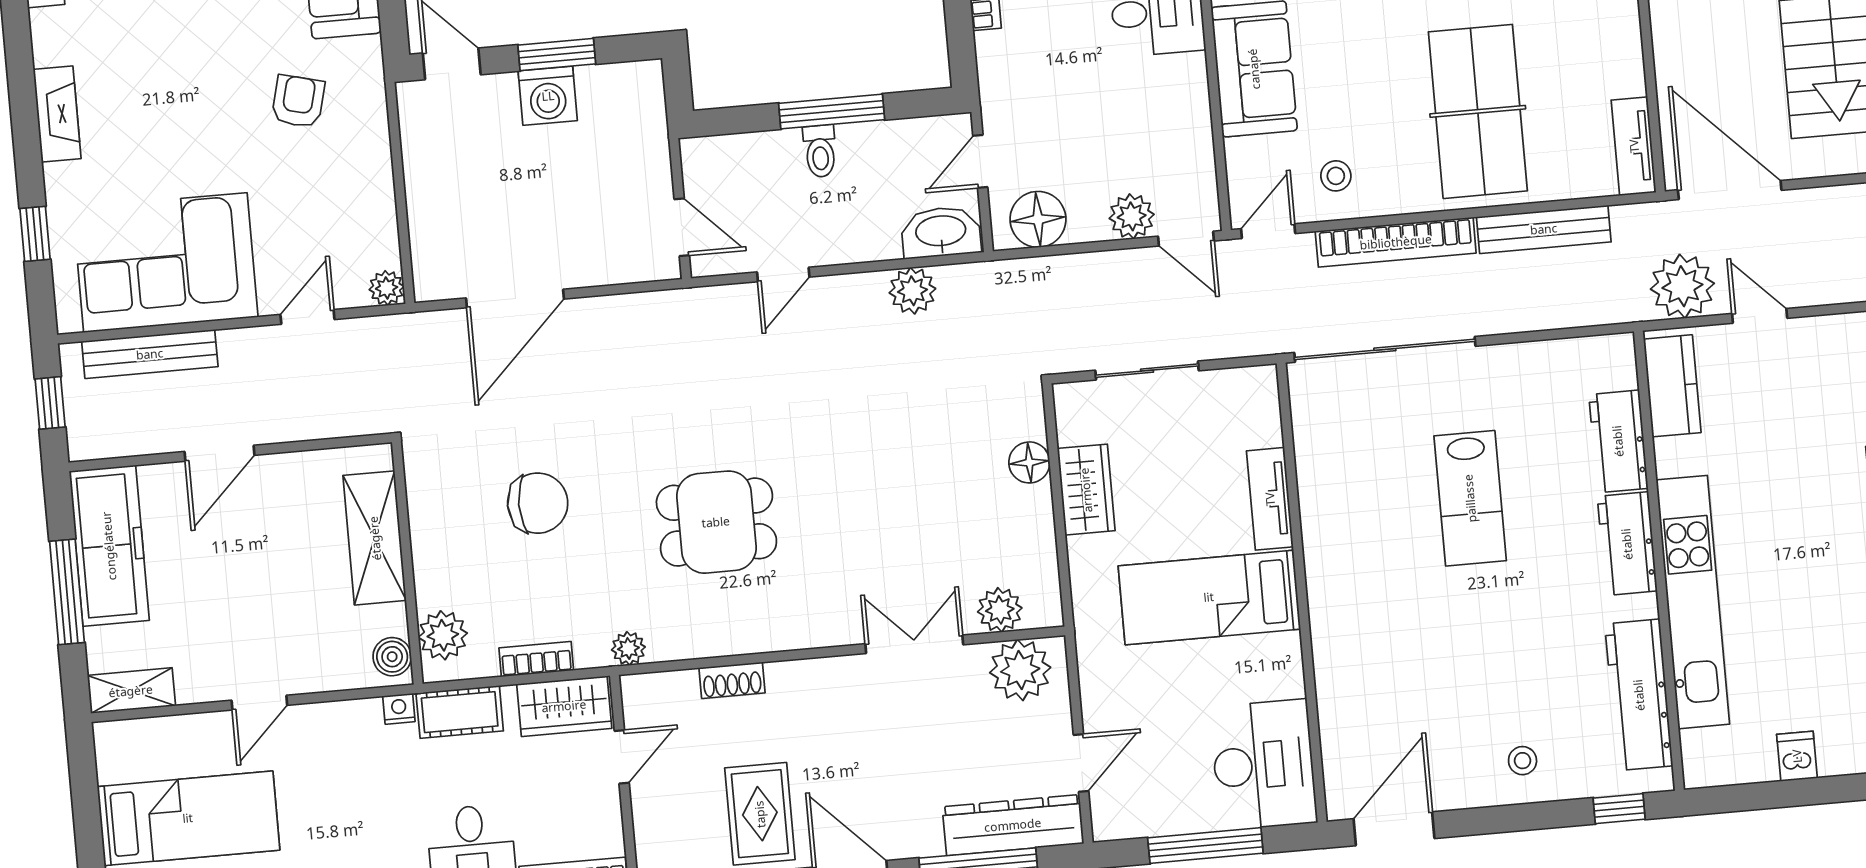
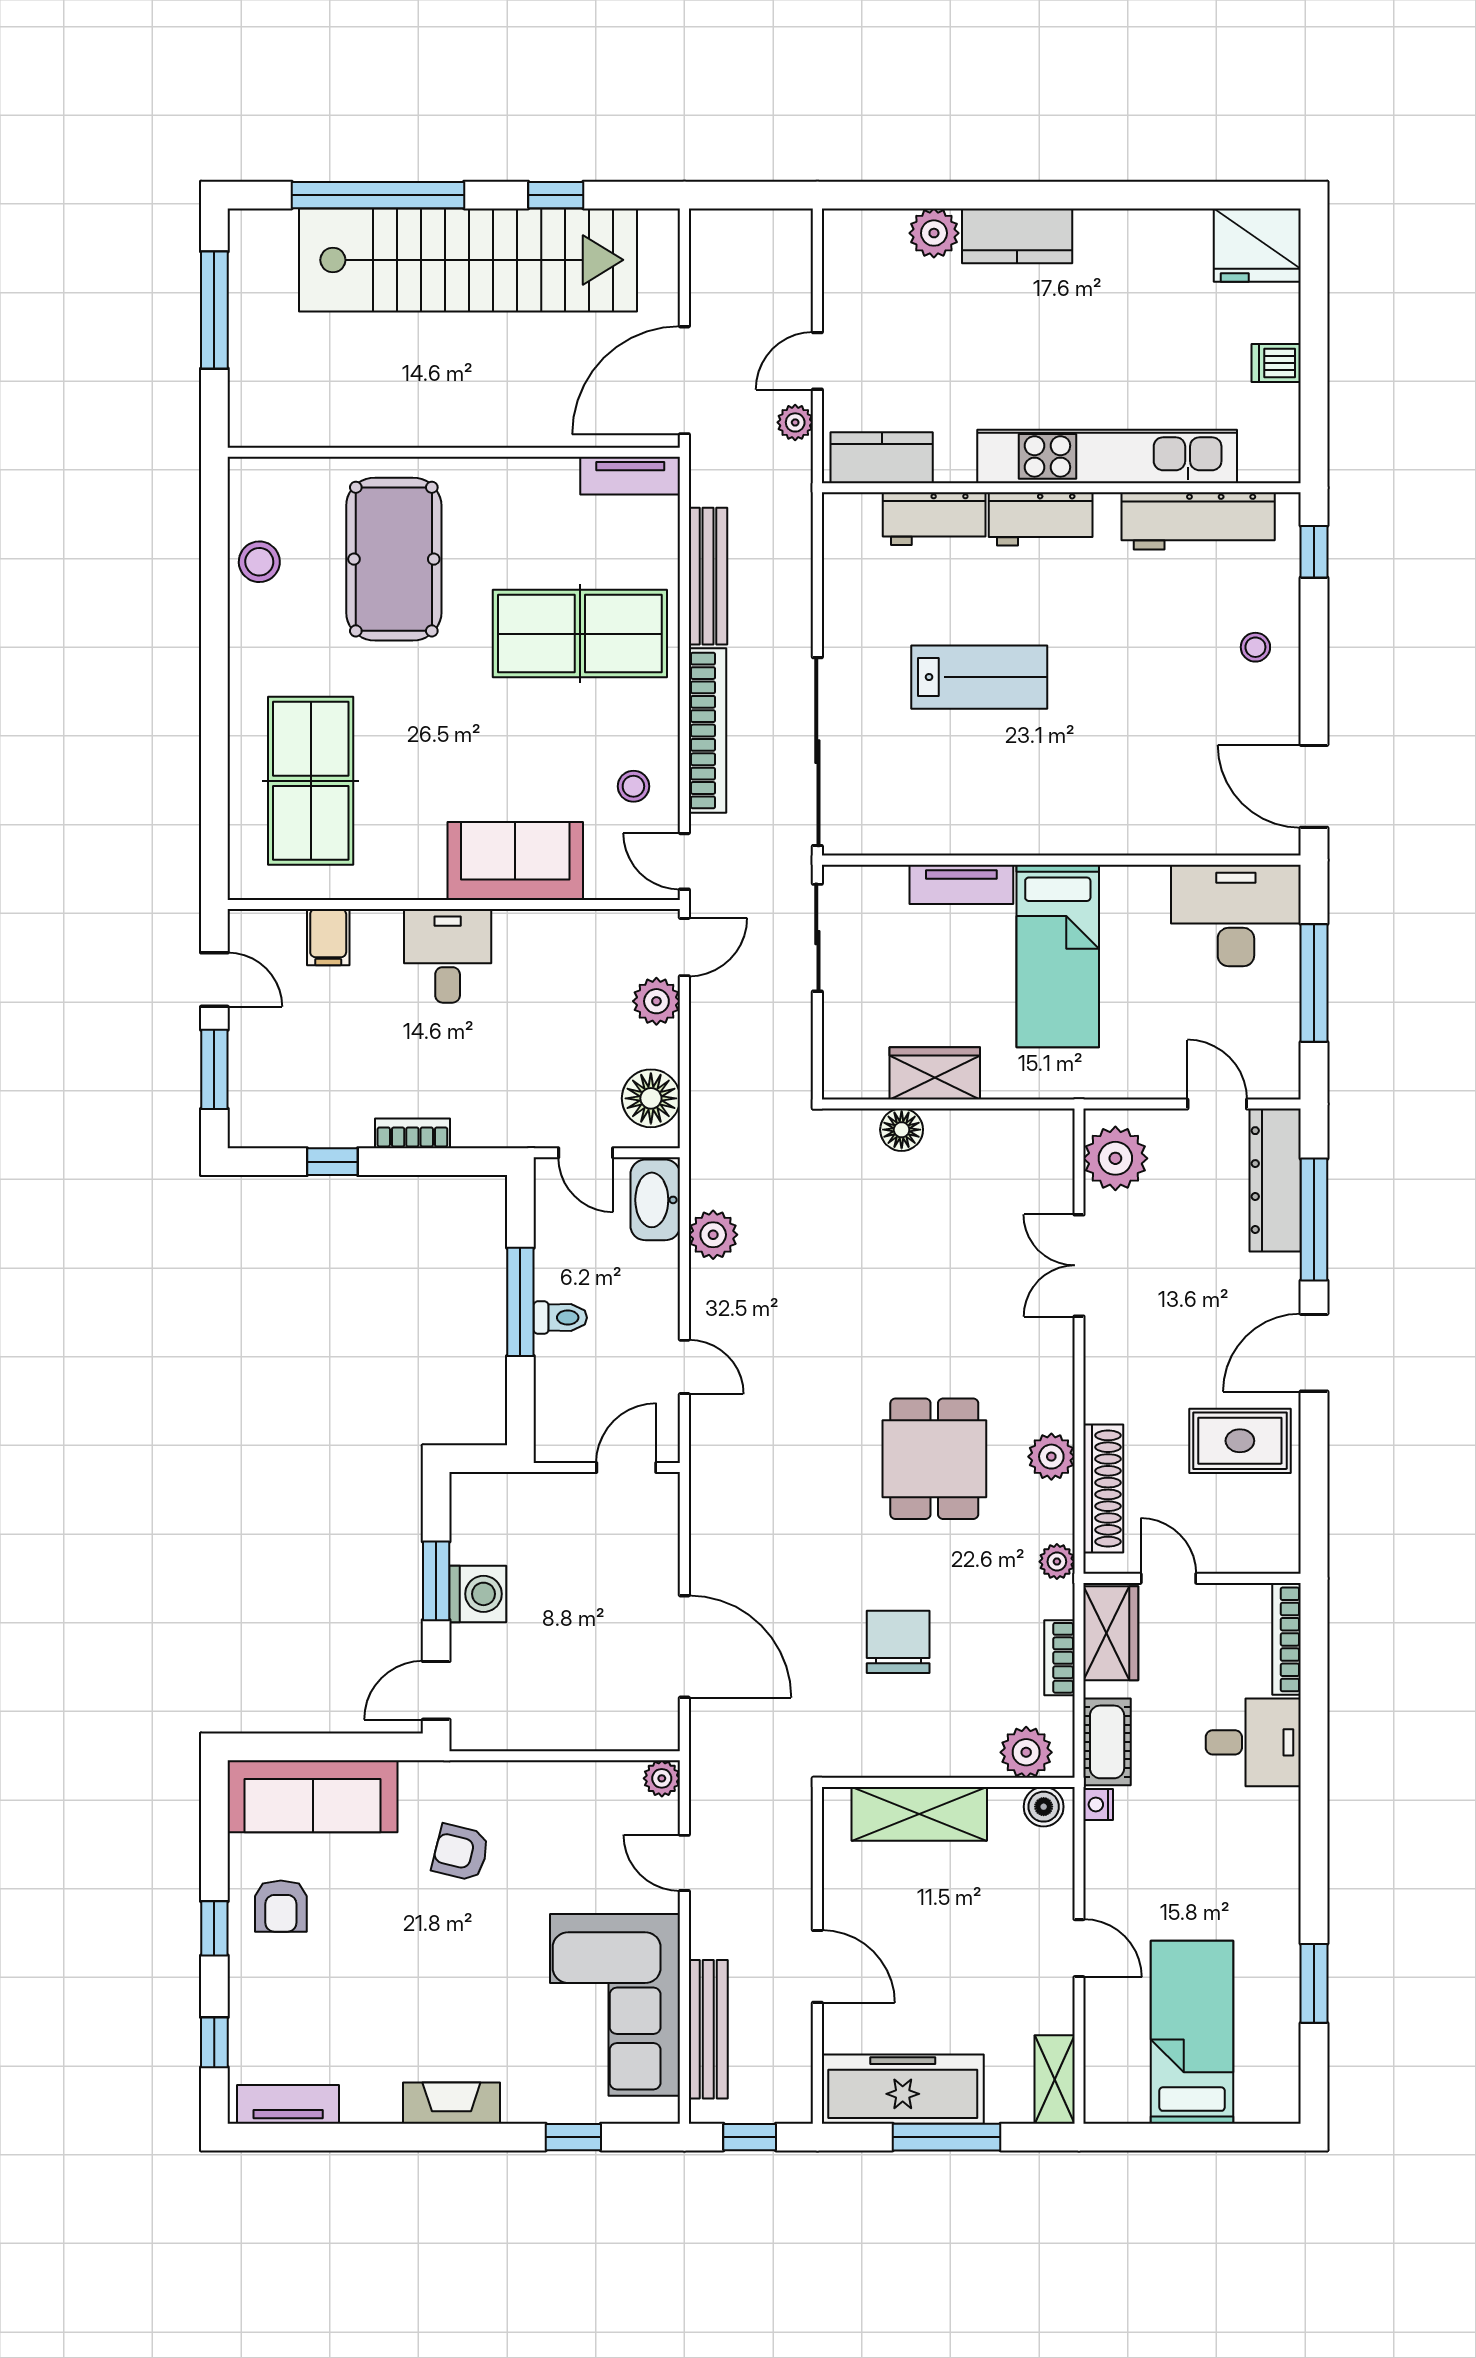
plant: (1682, 286) -> (795, 422), width x0.53, depth x0.53
sliding door: (1147, 371) -> (817, 938), moved
plant: (1000, 610) -> (1051, 1457), moved
shoe rack: (732, 680) -> (1103, 1488), width x1.94, depth x1.24

